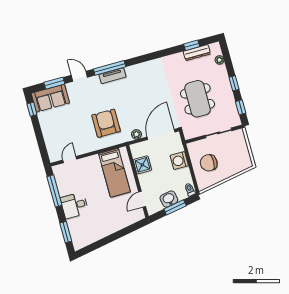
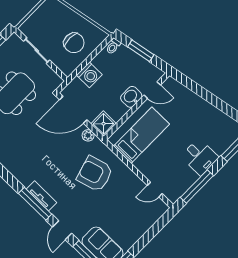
armchair: (106, 123) -> (95, 174), turned 74
shower: (142, 165) -> (104, 124), moved
washbasin: (169, 199) -> (131, 97), moved, turned 100

